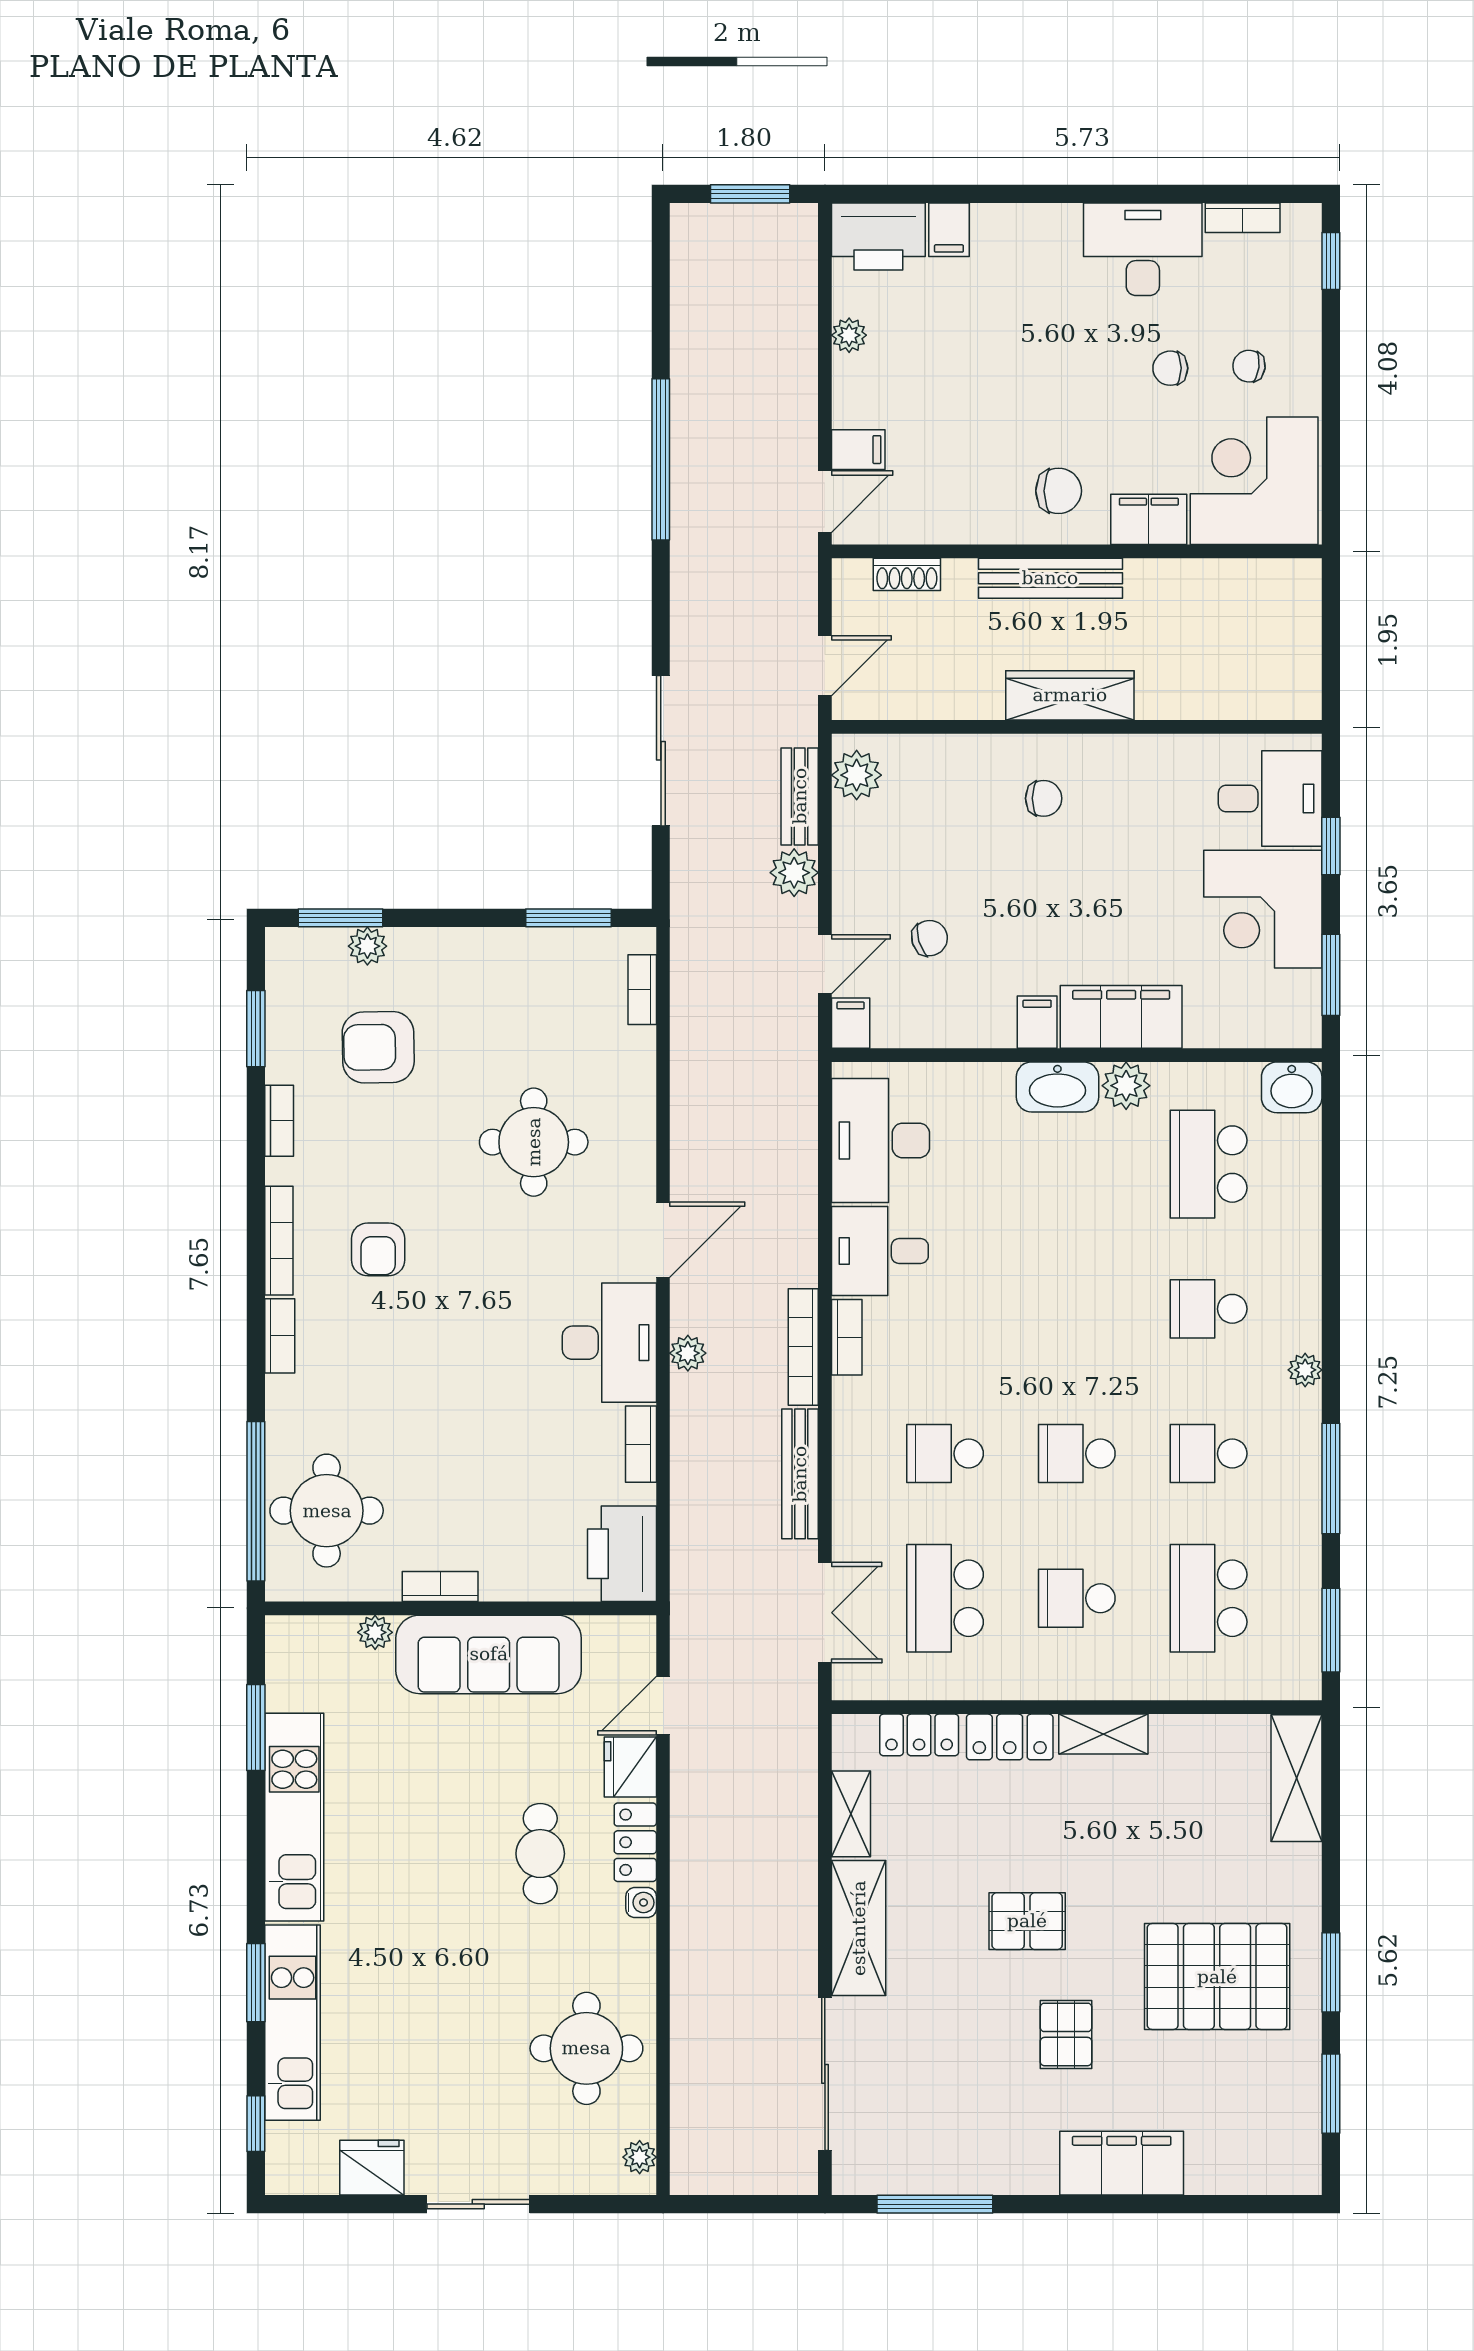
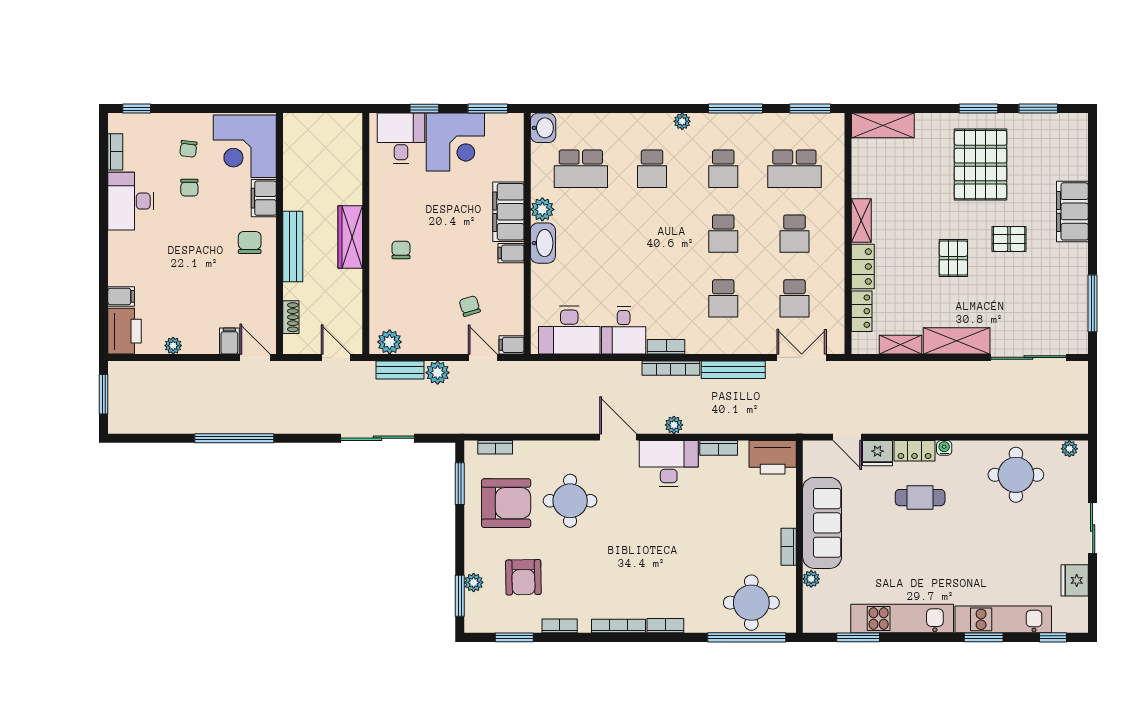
armchair: (378, 1249) -> (506, 503), moved, width x1.88, depth x1.88
school desk: (945, 1598) -> (794, 298), width x0.54

